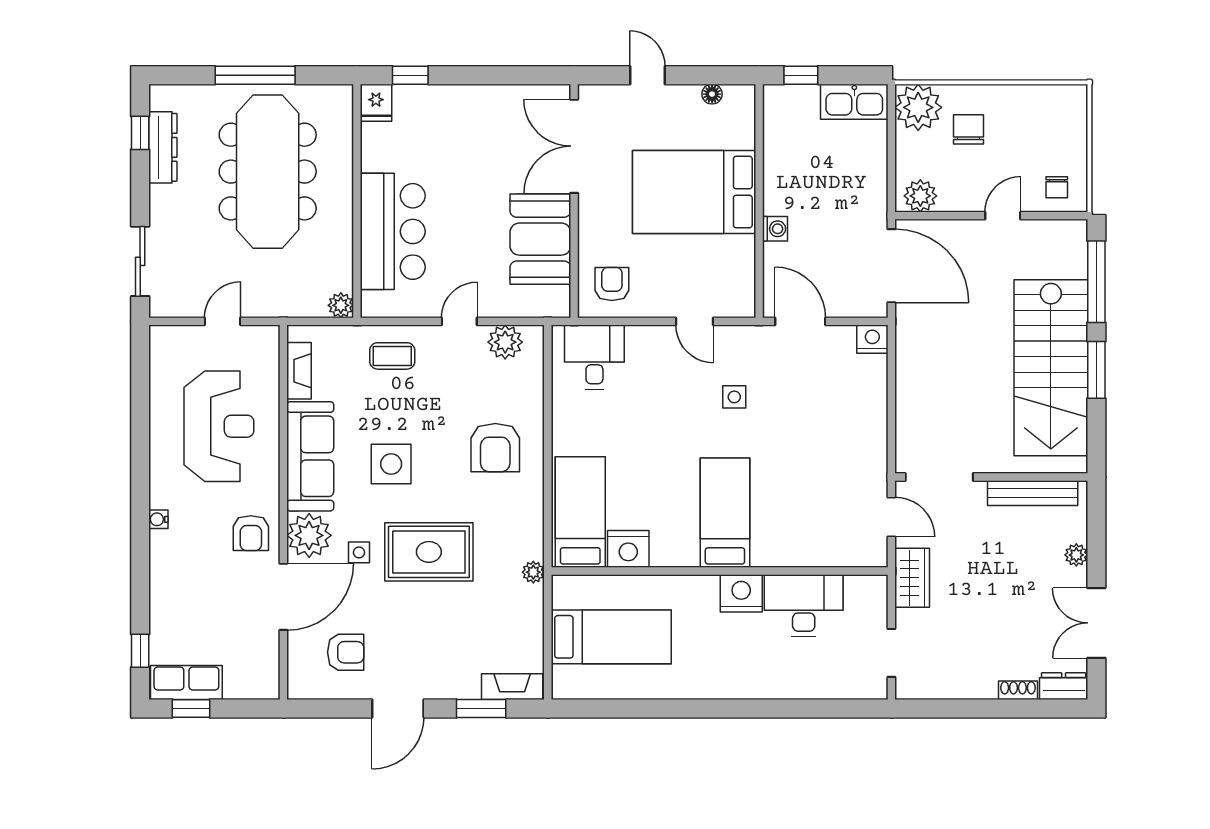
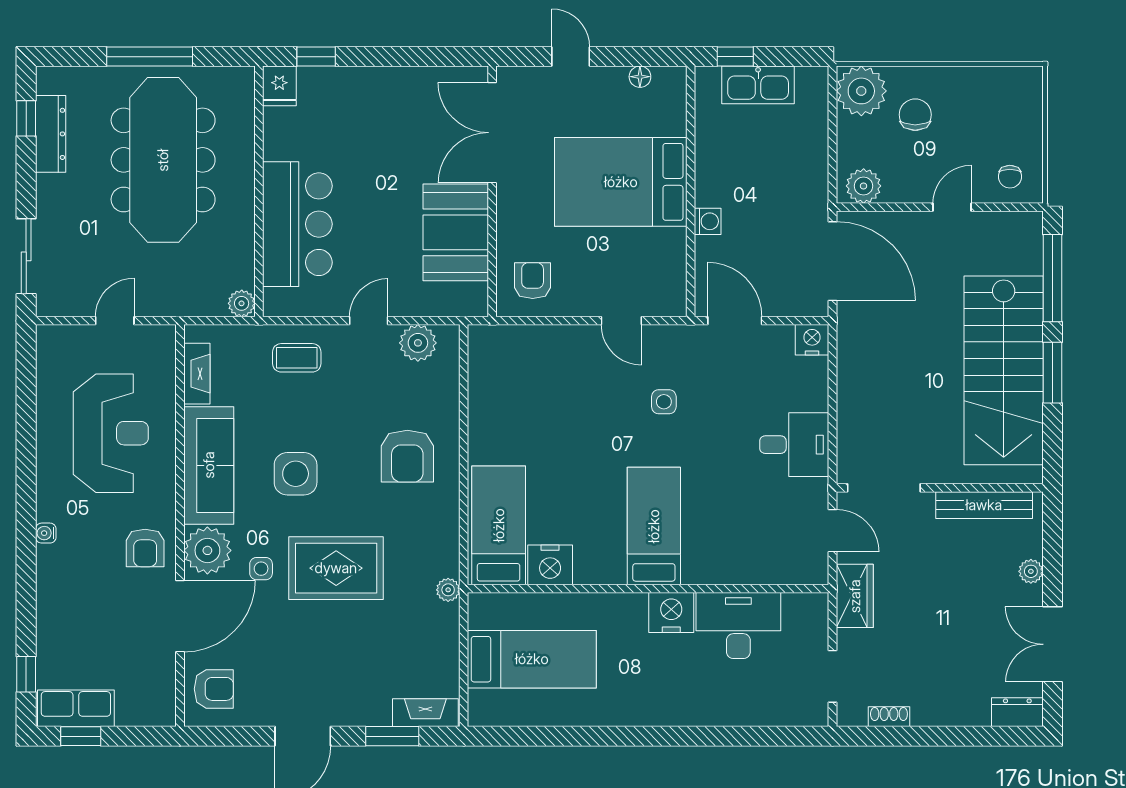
kitchen sink: (854, 102) -> (758, 85), moved
desk: (594, 357) -> (794, 445), moved, turned 90
armchair: (346, 652) -> (214, 689), moved
shoe rack: (1018, 690) -> (889, 717), moved

